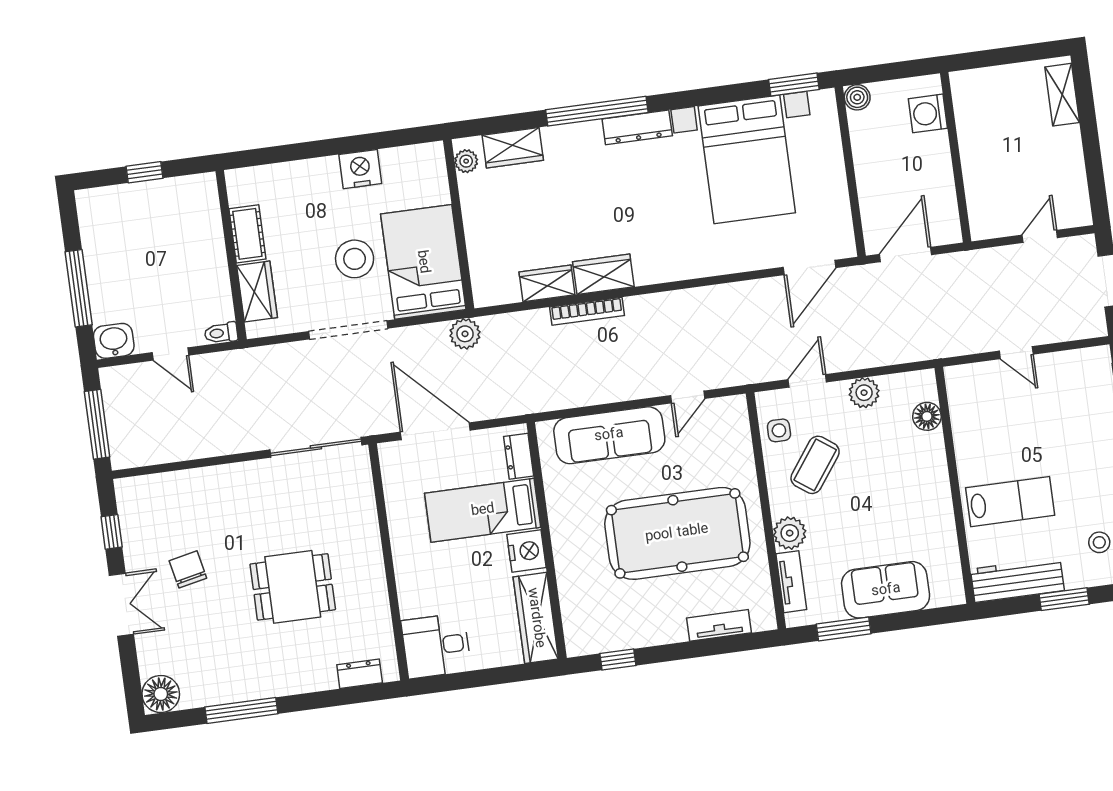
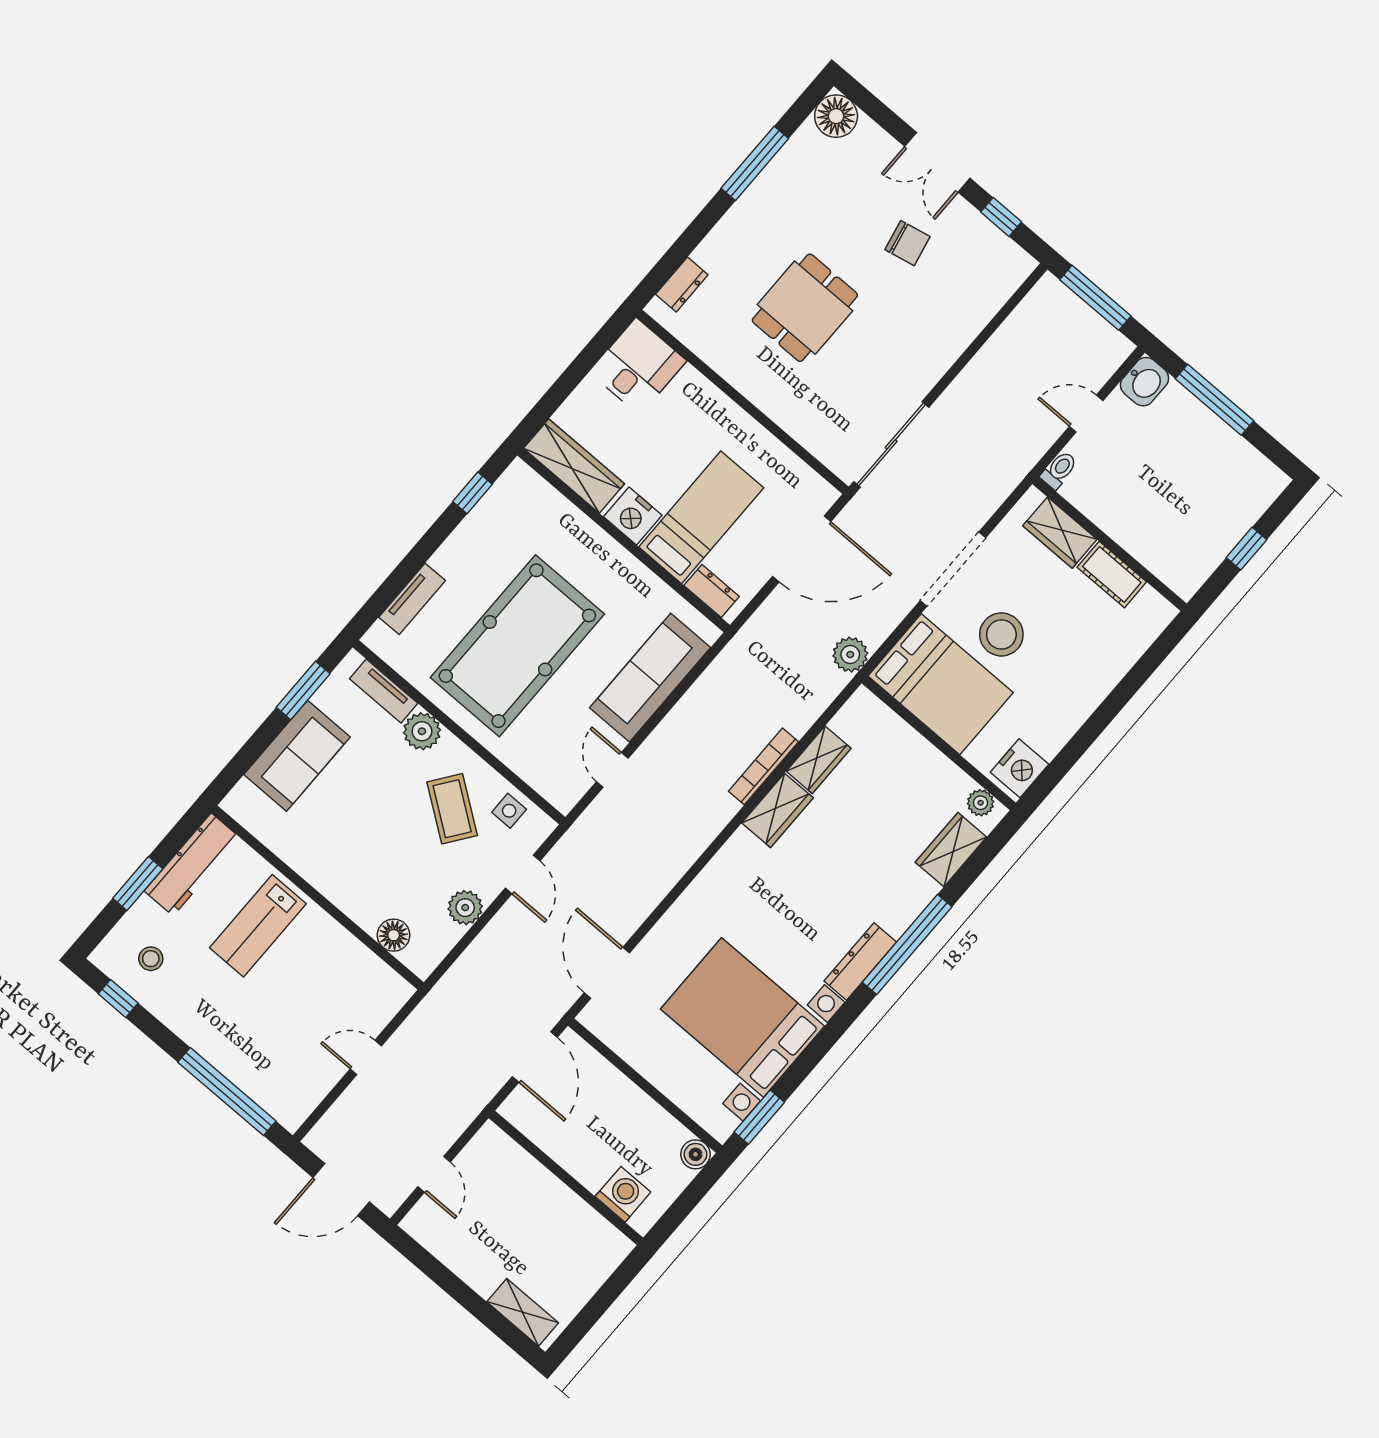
nightstand: (360, 169) -> (1020, 768), moved

